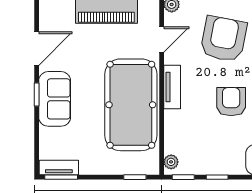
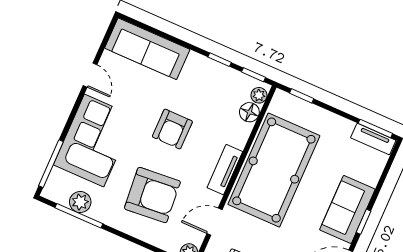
armchair: (223, 39) -> (152, 195), turned -106
floor lamp: (173, 144) -> (249, 112), added

